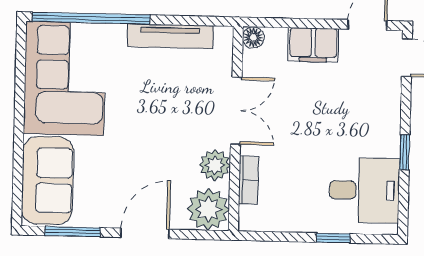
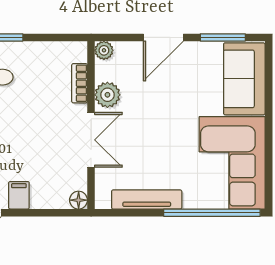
filing cabinet: (313, 45) -> (19, 195), width x0.50
double door: (236, 111) -> (91, 140), swing flipped
plant: (208, 209) -> (104, 50), width x0.53, depth x0.53

